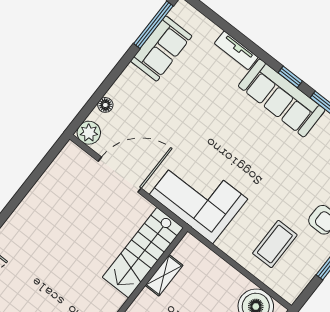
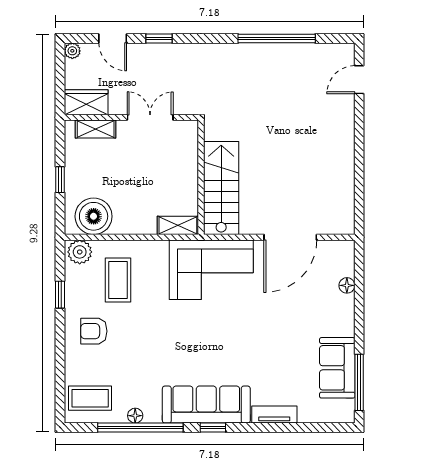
plant: (89, 133) -> (80, 252), moved
shelving: (164, 275) -> (178, 225), moved, turned 90

